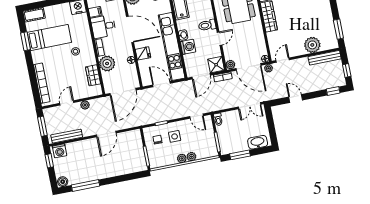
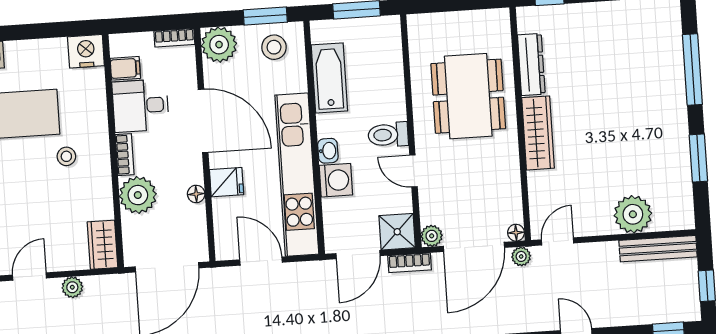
window: (338, 29) -> (698, 158), moved
door: (219, 39) -> (413, 171), swing flipped
door: (249, 67) -> (474, 247), hinge flipped
wardrobe: (93, 75) -> (102, 245), moved

